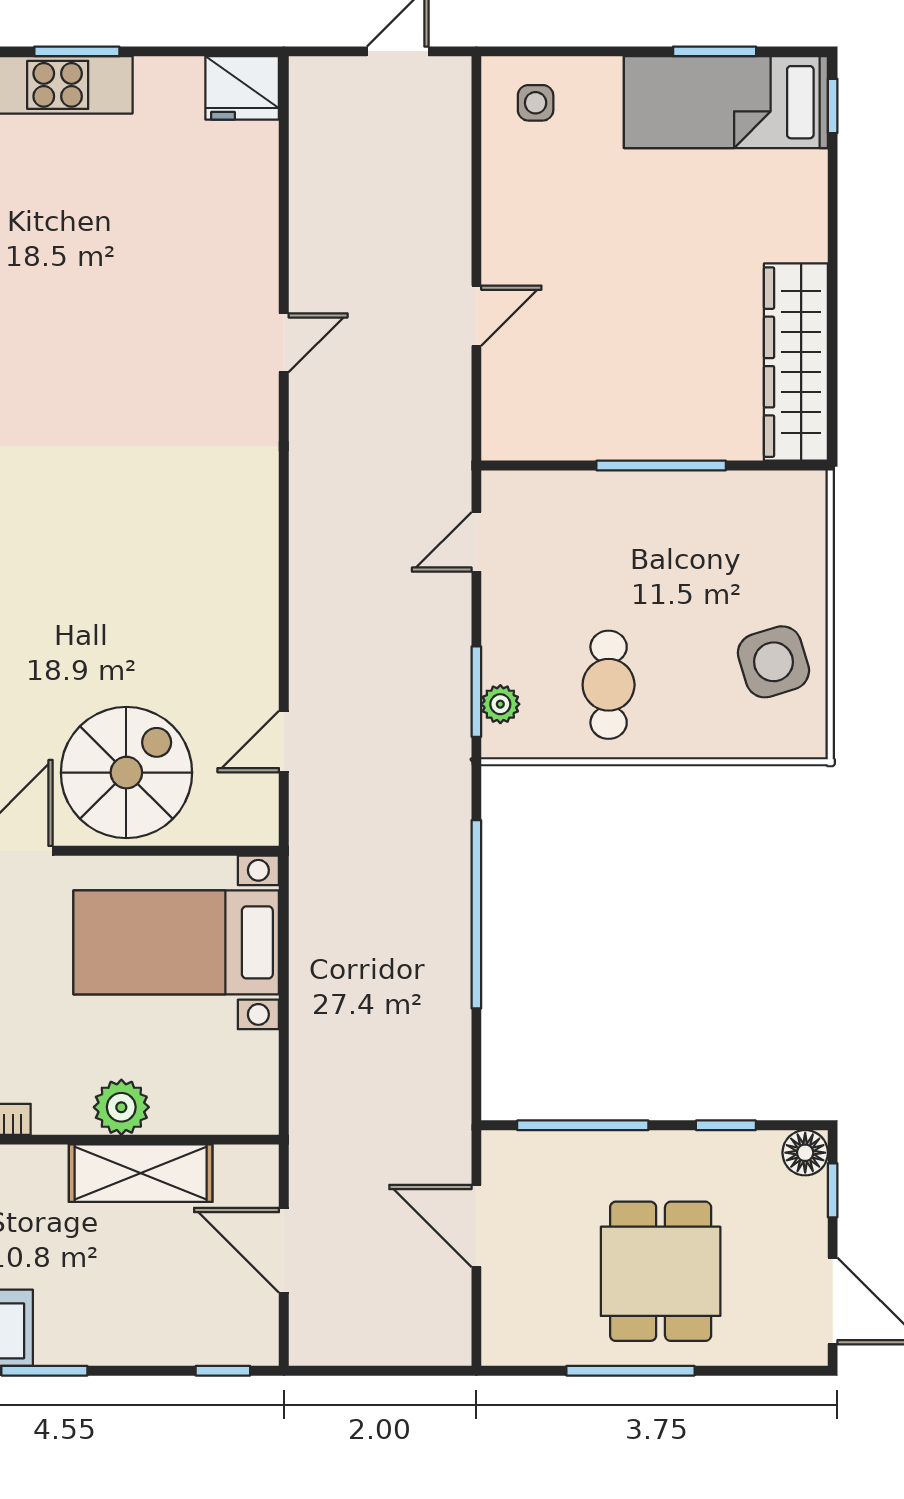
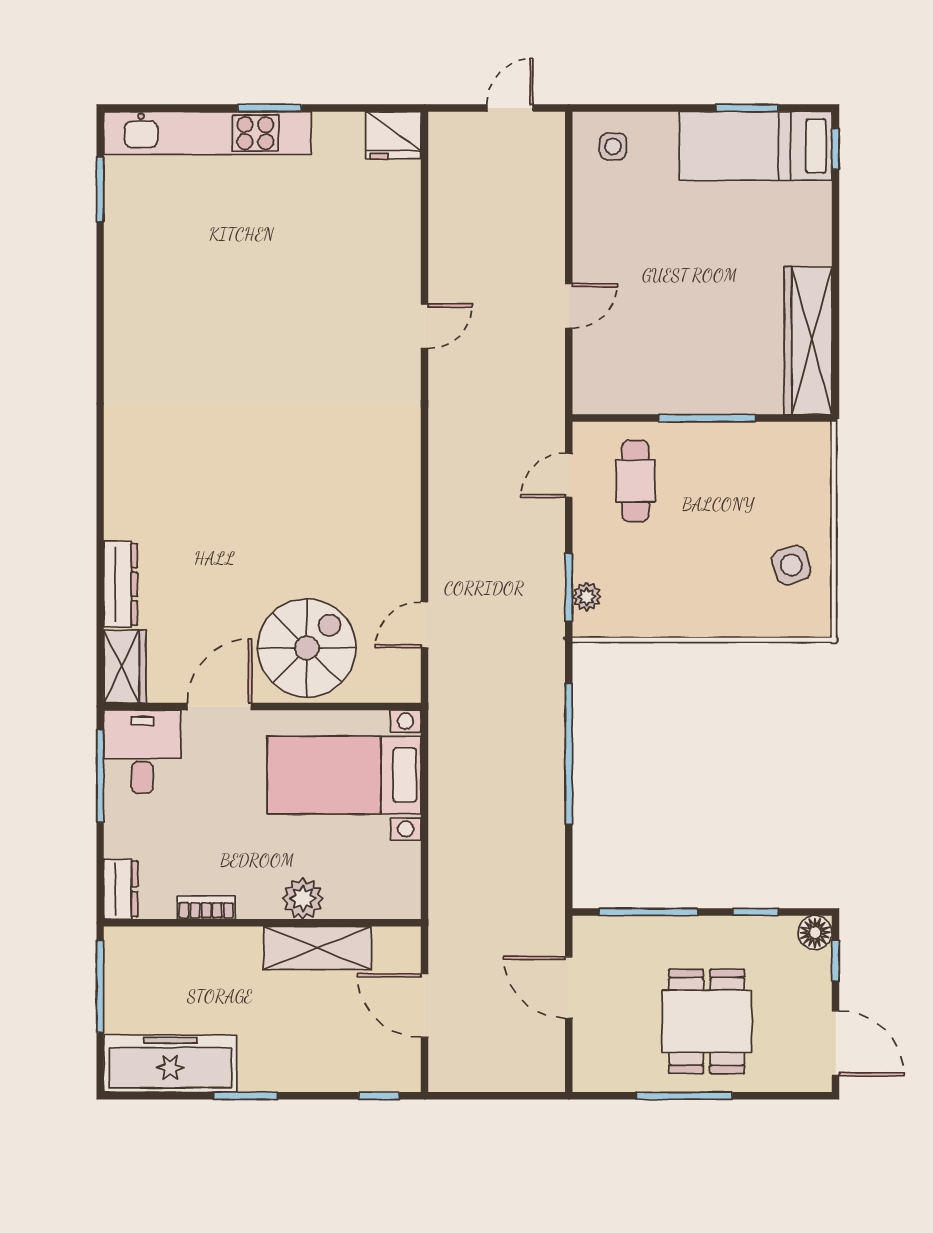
side table: (773, 662) -> (791, 565), width x0.73, depth x0.73
cafe table: (609, 685) -> (635, 481), moved

